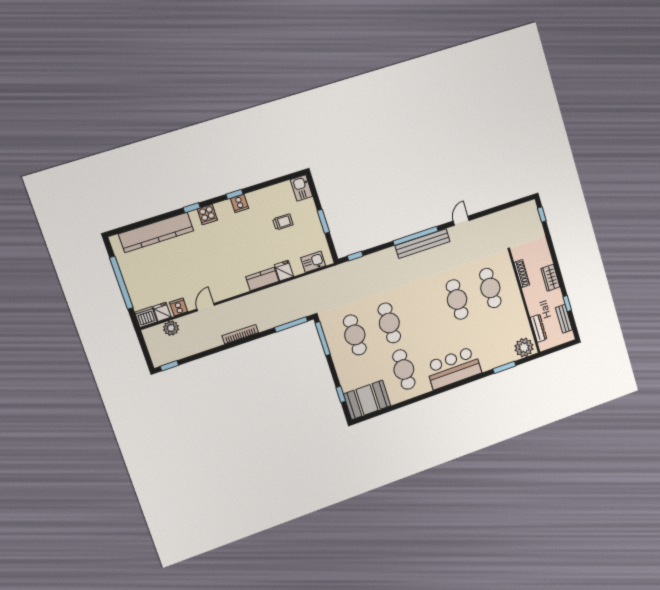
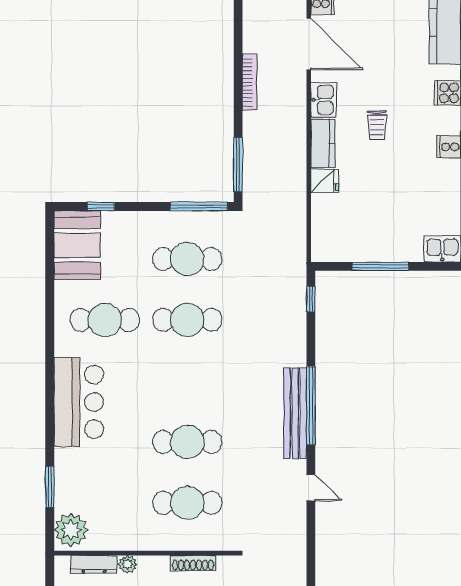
window: (323, 221) -> (381, 266), width x1.44
trolley: (283, 222) -> (377, 125), moved
kitchen sink: (313, 262) -> (324, 100), moved
door: (206, 307) -> (309, 44), width x1.88
plant: (533, 310) -> (128, 564), added

